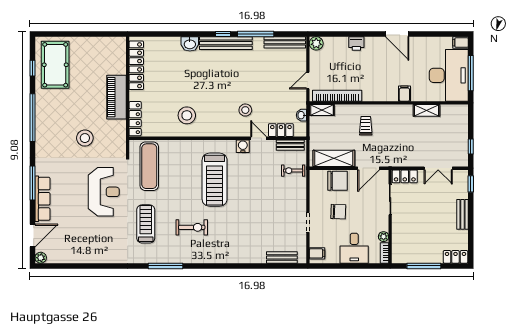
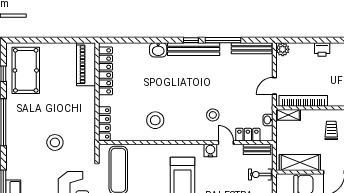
piano: (116, 97) -> (86, 64), moved

